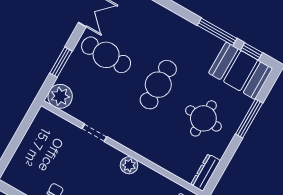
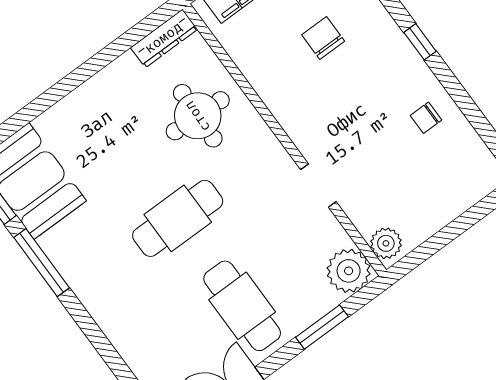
round table: (203, 118) -> (198, 116), moved
window: (249, 119) -> (52, 96), removed
plant: (129, 165) -> (386, 243), moved

